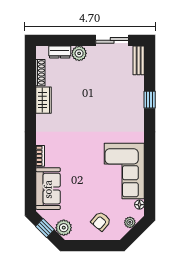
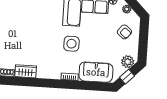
side table: (82, 156) -> (71, 44), added

